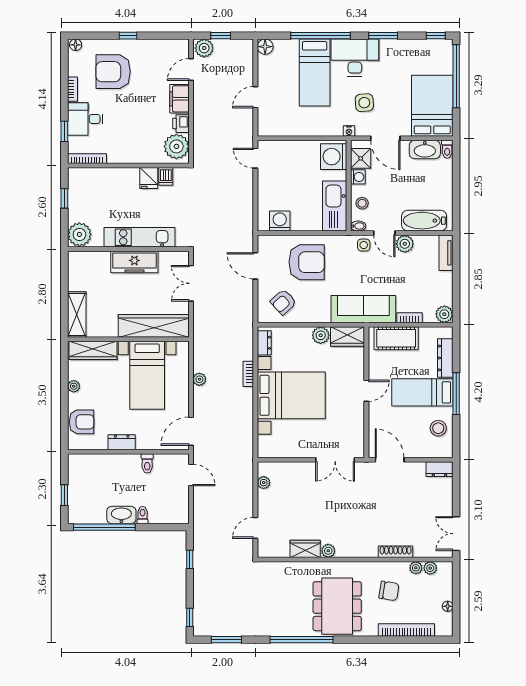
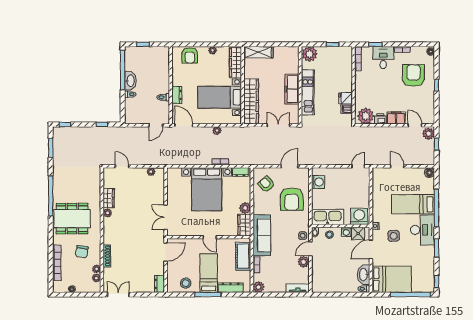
bathtub: (424, 221) -> (318, 274), removed
dresser: (122, 442) -> (177, 95), moved

